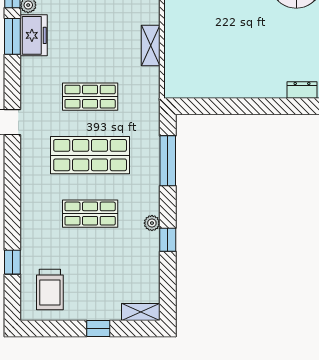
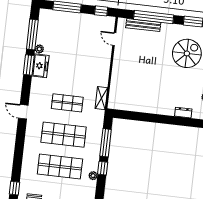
shelving: (151, 46) -> (101, 98), moved
shop shelf: (90, 214) -> (60, 167), width x1.43, depth x1.36
window: (168, 240) -> (103, 168), moved

